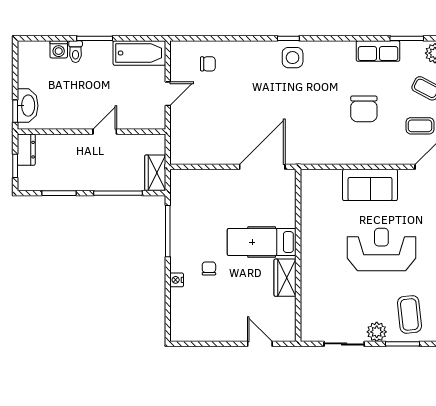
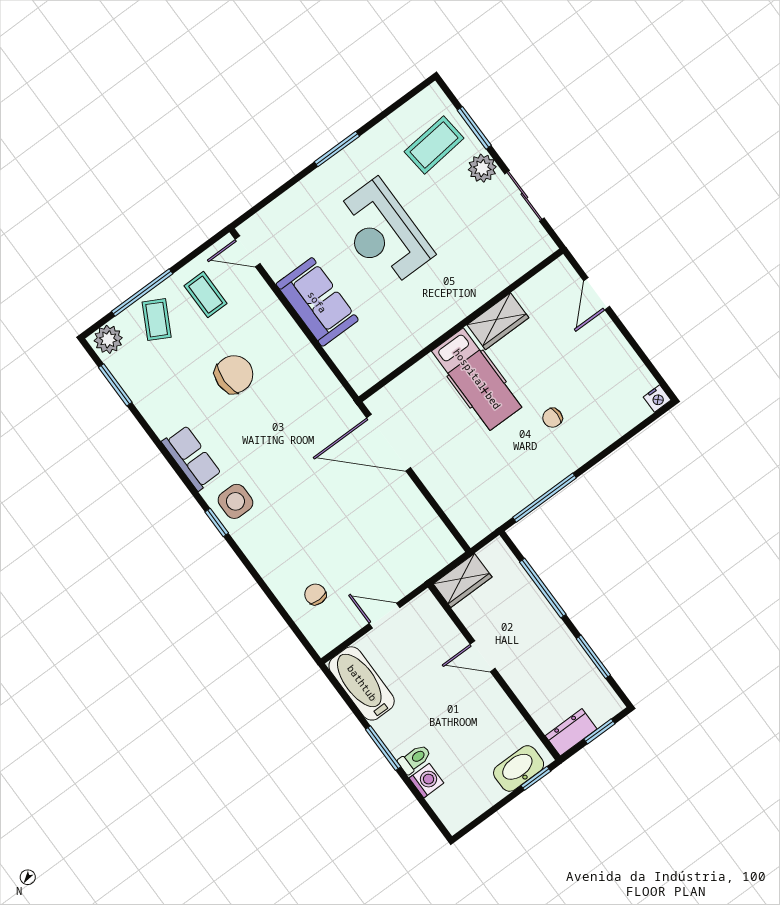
row of seats: (378, 51) -> (192, 458), moved
wardrobe: (155, 173) -> (463, 580), moved
nightstand: (177, 280) -> (657, 399), moved

